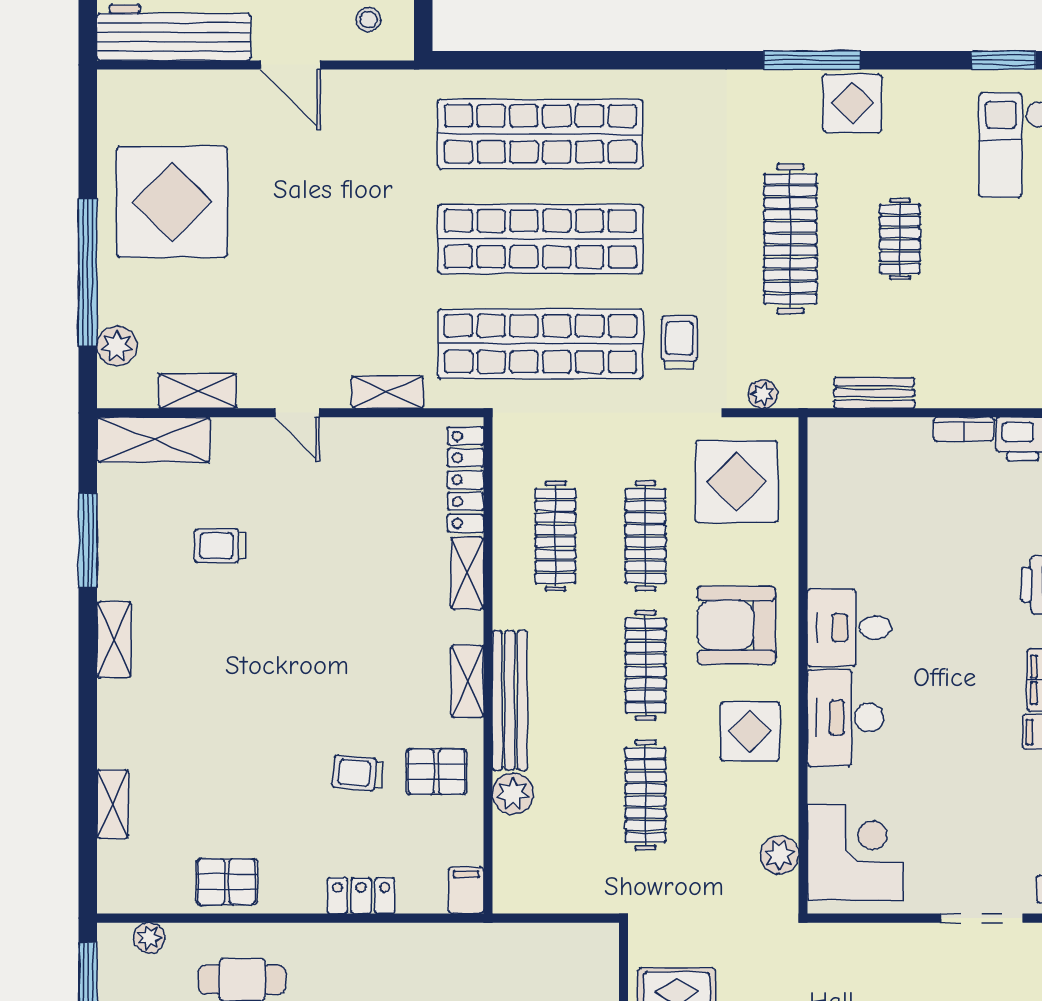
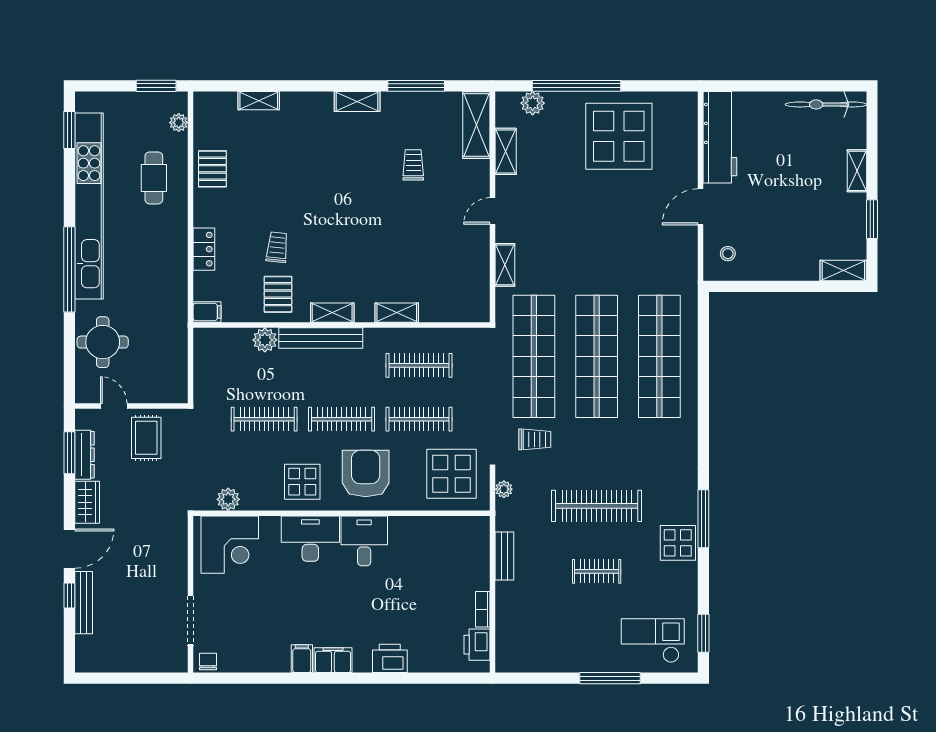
locker: (466, 480) -> (453, 312), removed

